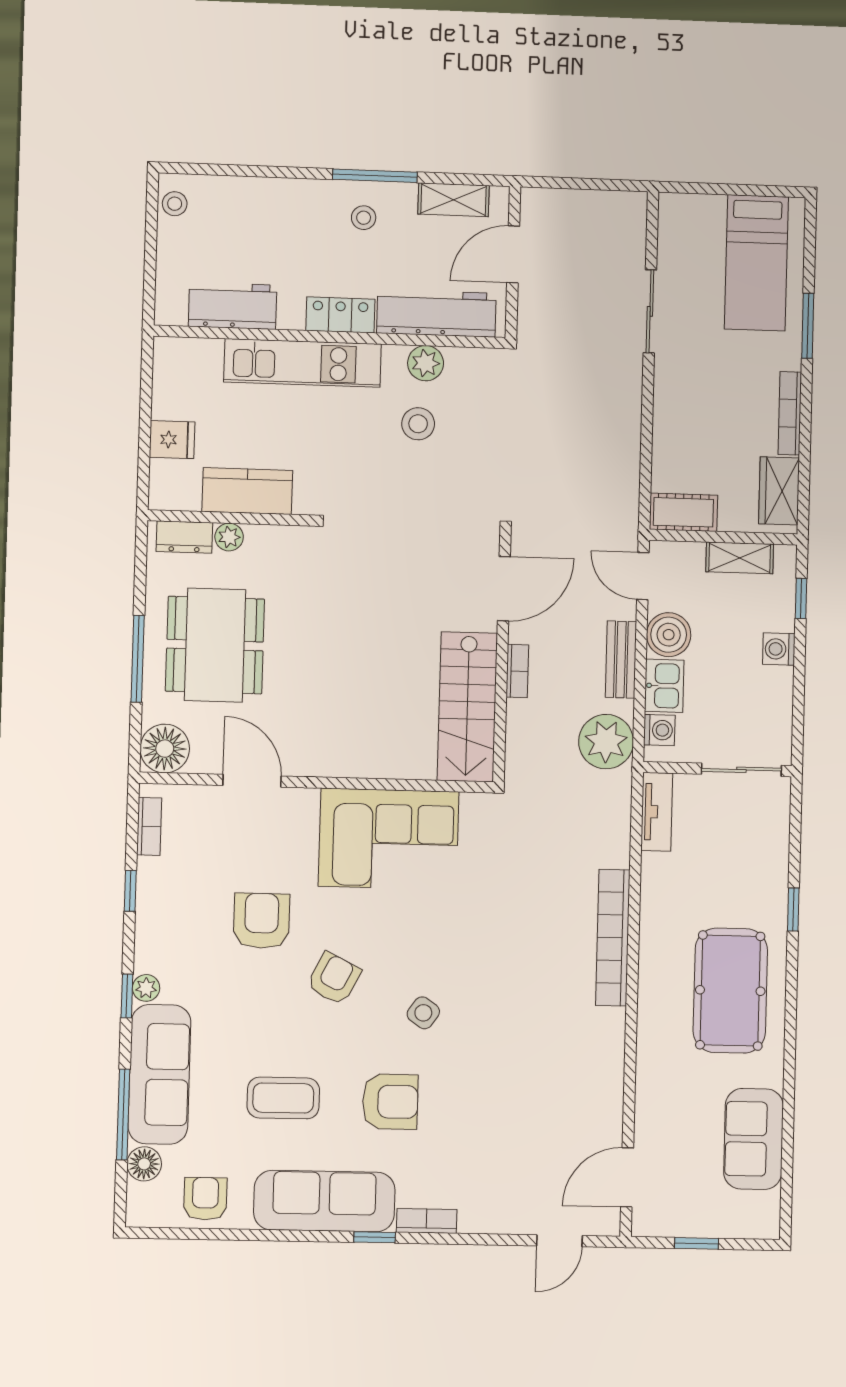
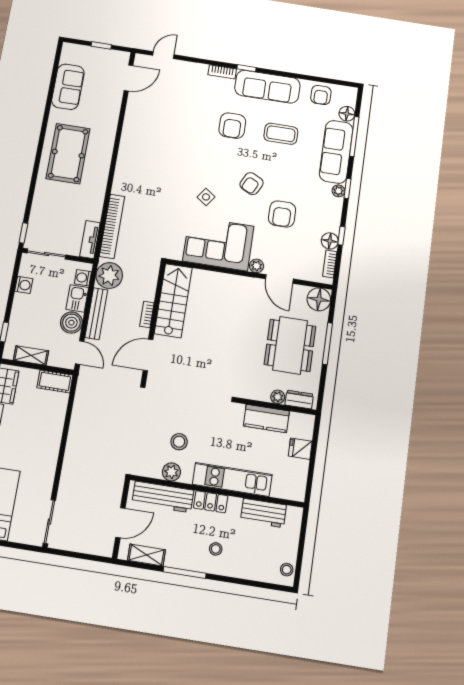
stool: (364, 218) -> (216, 549), moved
sliding door: (650, 311) -> (49, 522), moved
washing machine: (779, 649) -> (24, 285), moved
bench: (621, 660) -> (96, 314), width x1.36
plant: (303, 802) -> (257, 266), added
floor lamp: (154, 876) -> (330, 241), added
window: (793, 910) -> (23, 233), moved
bookcase: (613, 938) -> (112, 226), moved
side table: (423, 1013) -> (206, 197), moved
armchair: (390, 1102) -> (232, 126), turned -90

